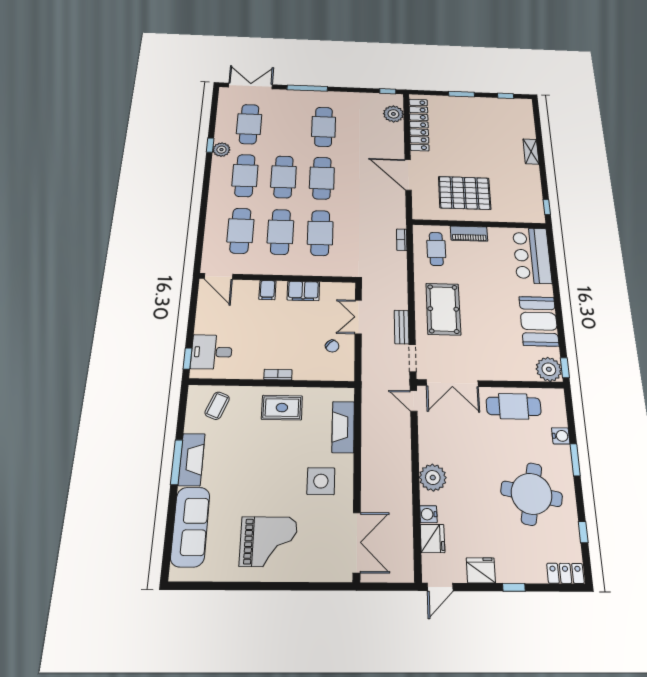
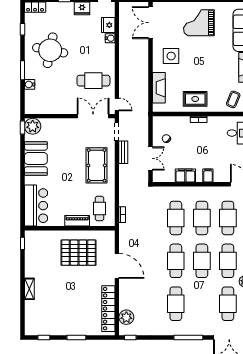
cafe table: (514, 406) -> (93, 81), moved
plant: (433, 478) -> (107, 59), removed

